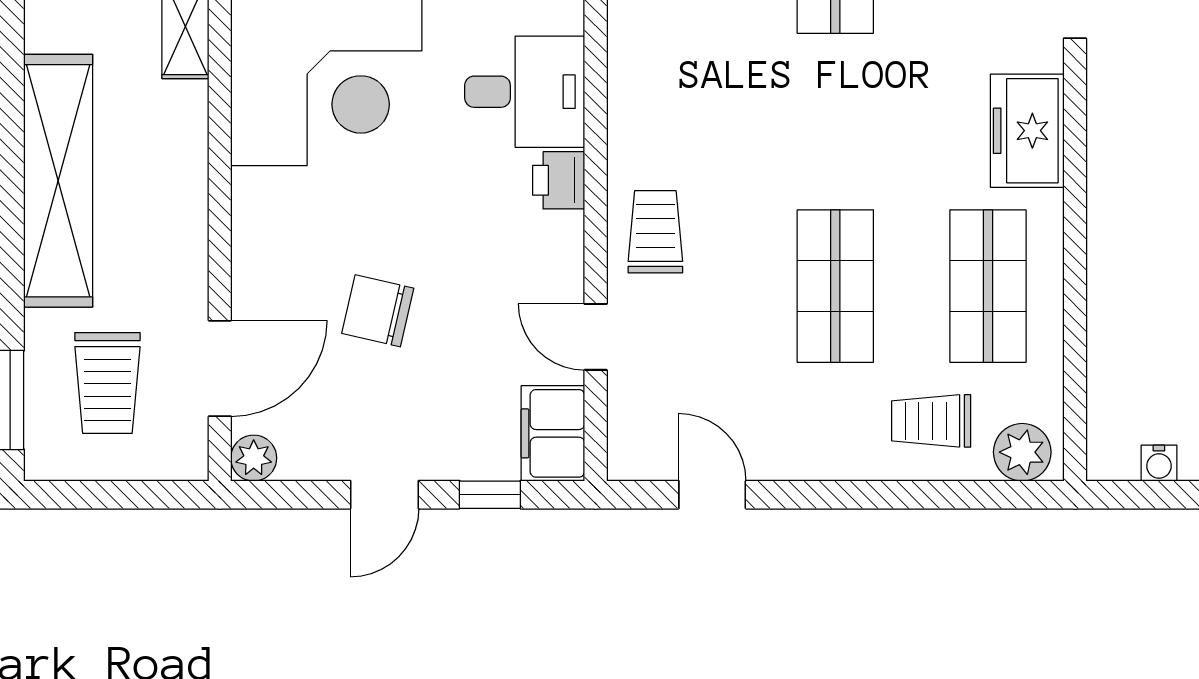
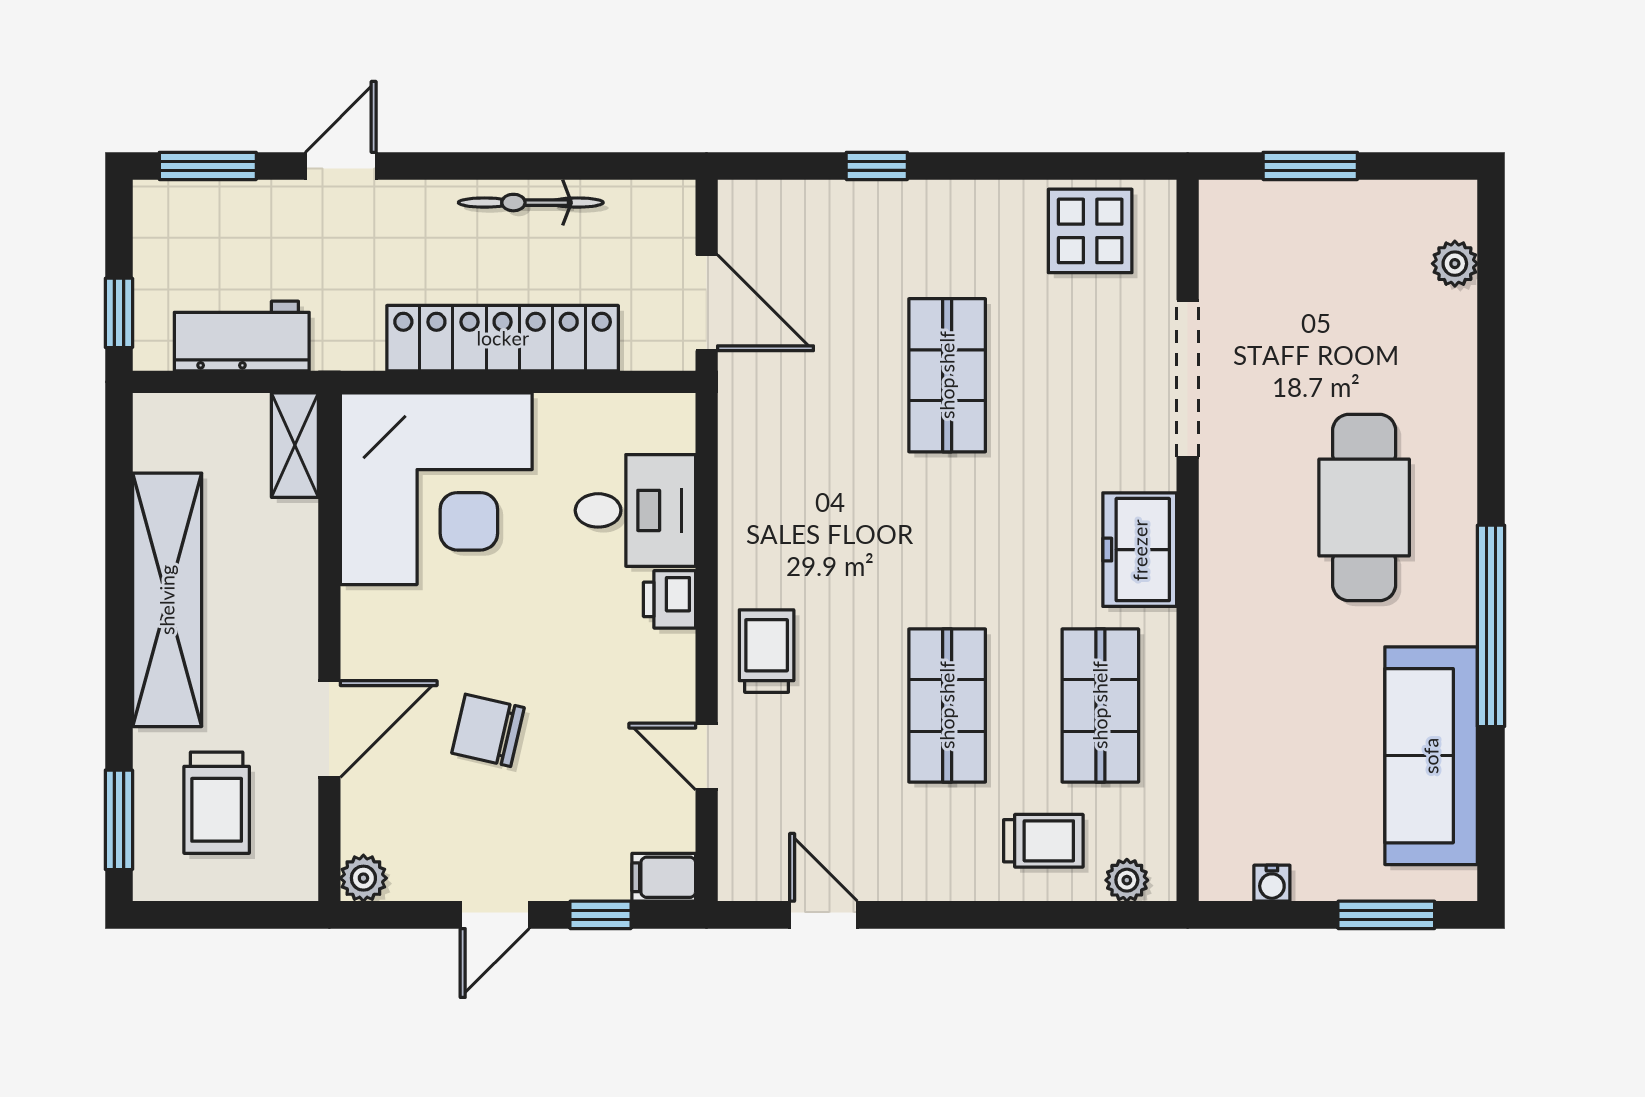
door: (220, 368) -> (329, 729), moved
trolley: (931, 421) -> (1043, 841), turned 180
filing cabinet: (553, 433) -> (664, 877), width x0.50
plant: (1022, 452) -> (1127, 880), width x0.73, depth x0.73

